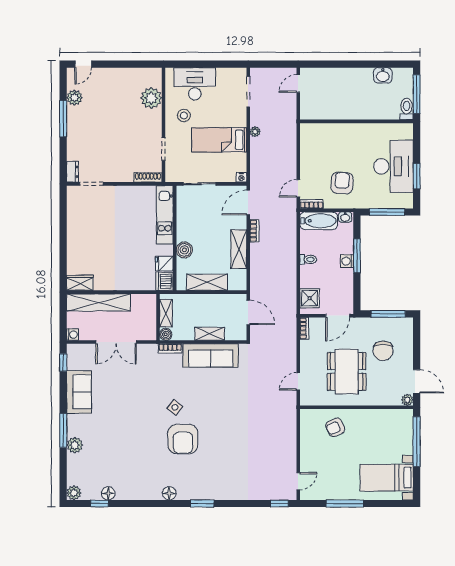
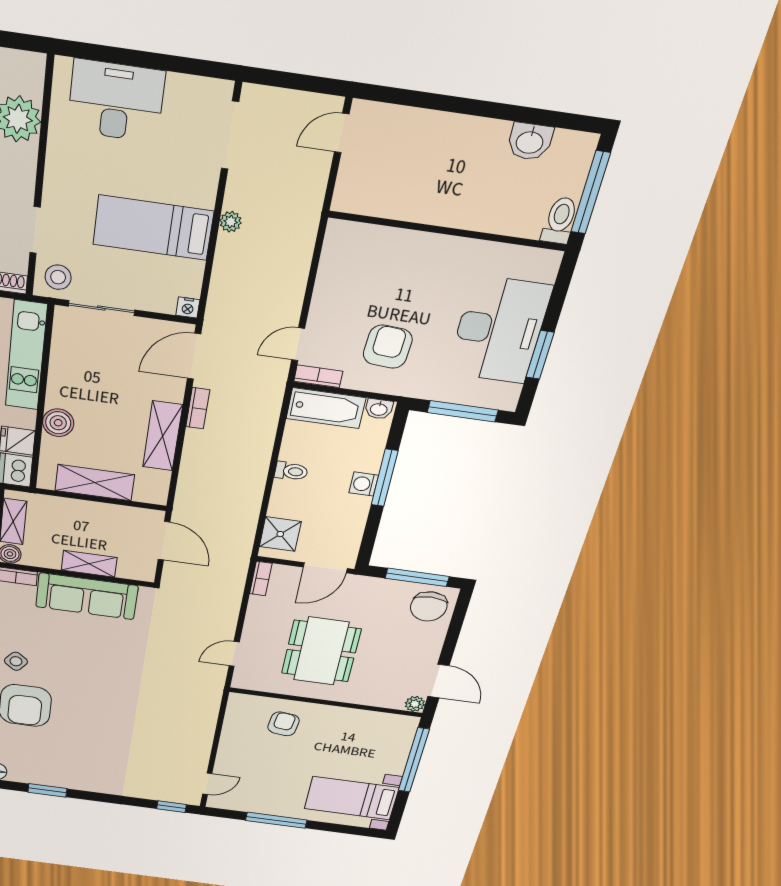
stool: (184, 115) -> (58, 277), moved
chair: (383, 351) -> (429, 606), moved
armchair: (335, 427) -> (283, 724), turned 121

